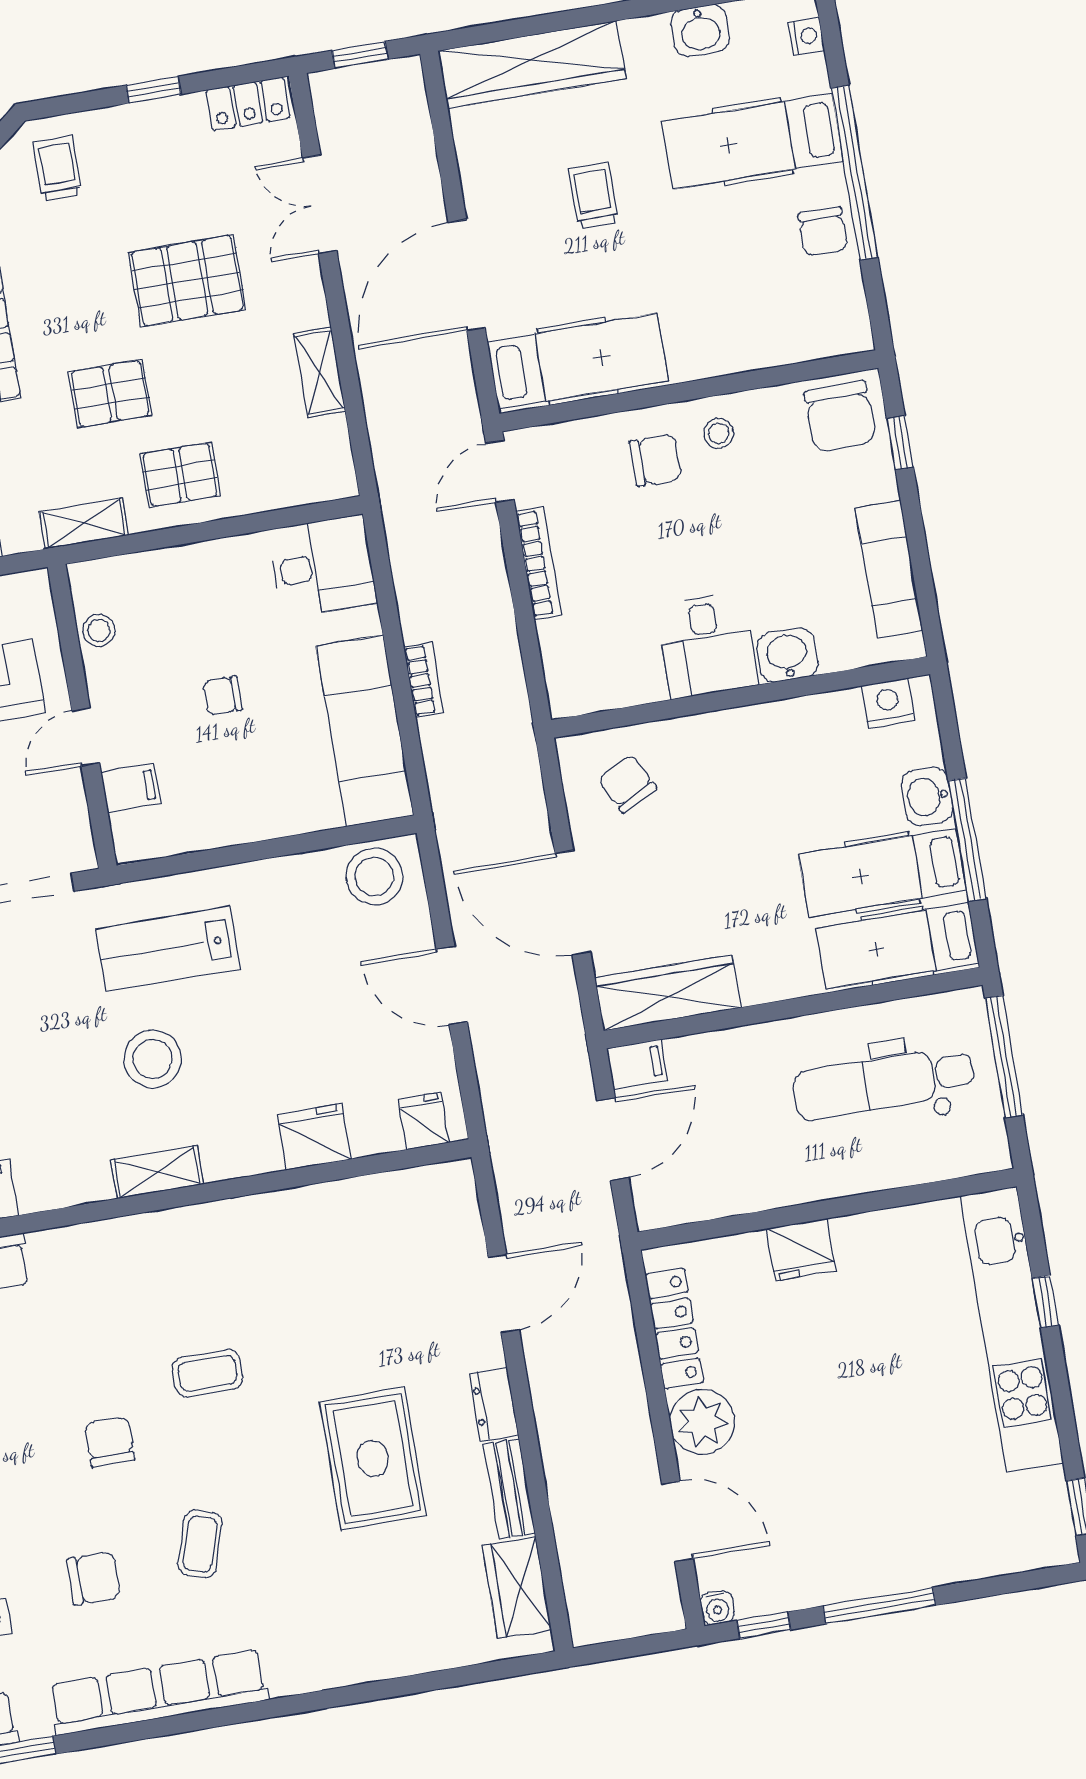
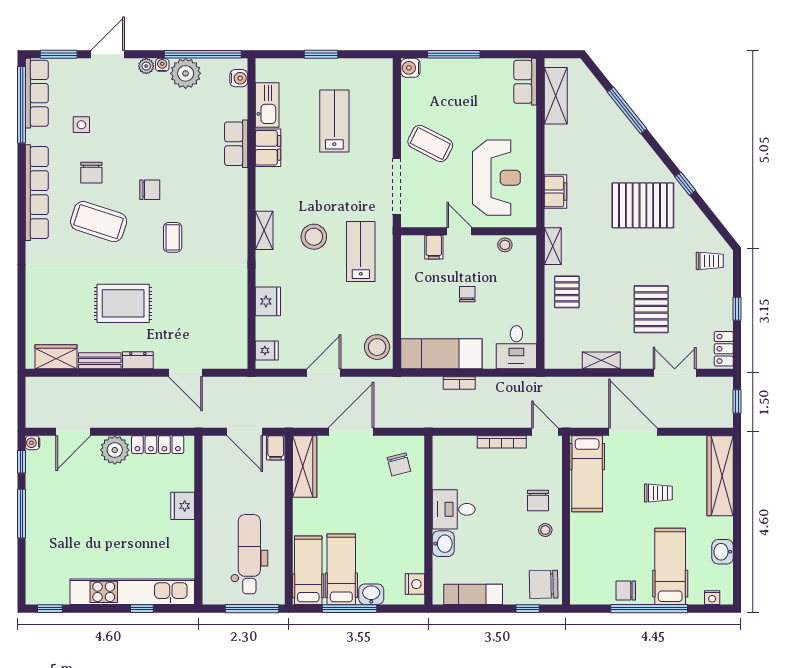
pallet: (110, 394) -> (608, 267), removed
chair: (627, 784) -> (399, 464), turned 104
coffee table: (200, 1544) -> (99, 222), width x1.86, depth x1.72

